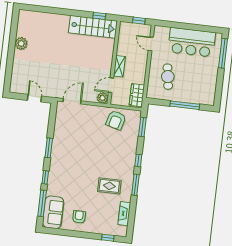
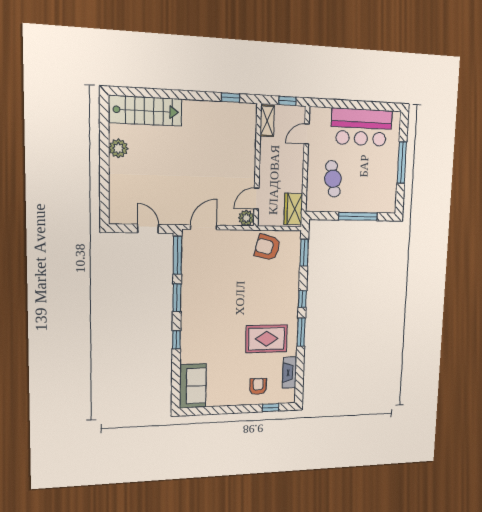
stairs: (93, 27) -> (146, 111), moved
door: (151, 44) -> (307, 134), hinge flipped
window: (223, 53) -> (402, 162), moved
shelving: (119, 66) -> (267, 121), moved
armchair: (116, 120) -> (268, 247), turned 89
rug: (109, 186) -> (267, 339), width x1.36, depth x1.43
window: (42, 203) -> (177, 255), moved
armchair: (79, 217) -> (258, 386), moved

